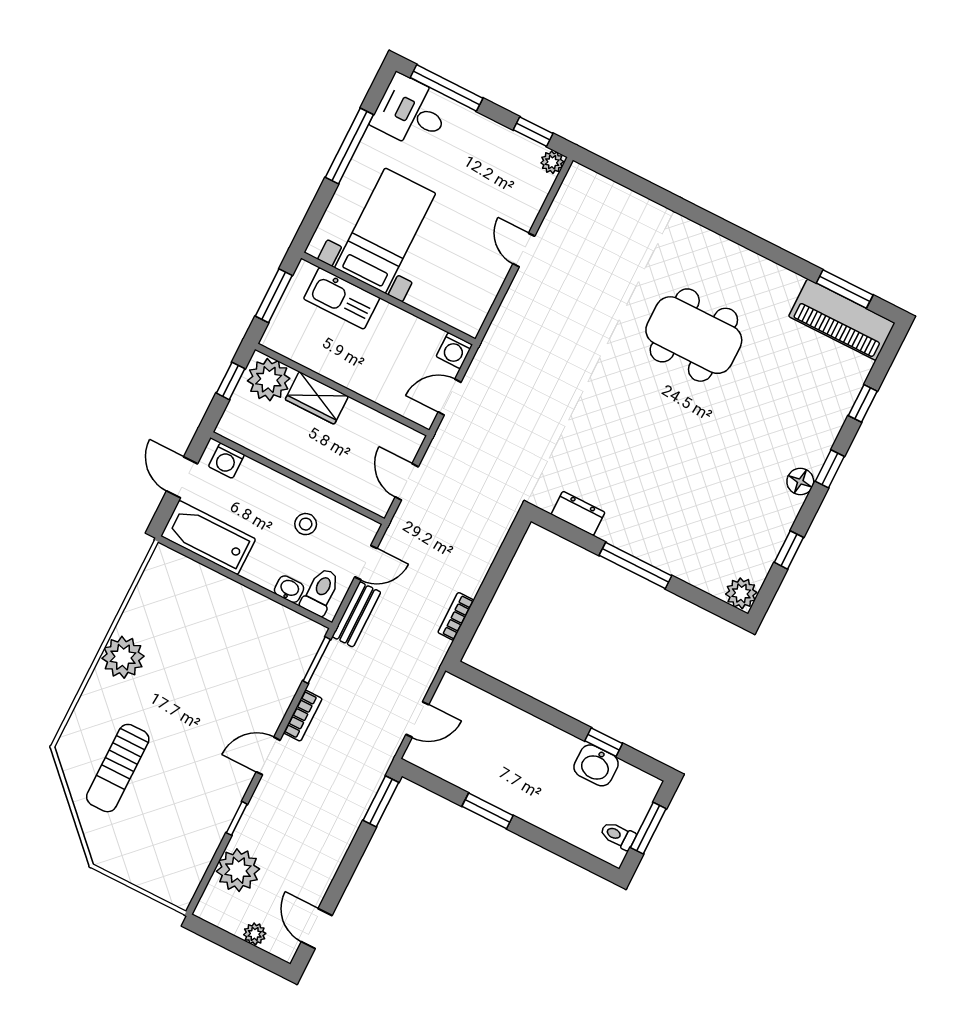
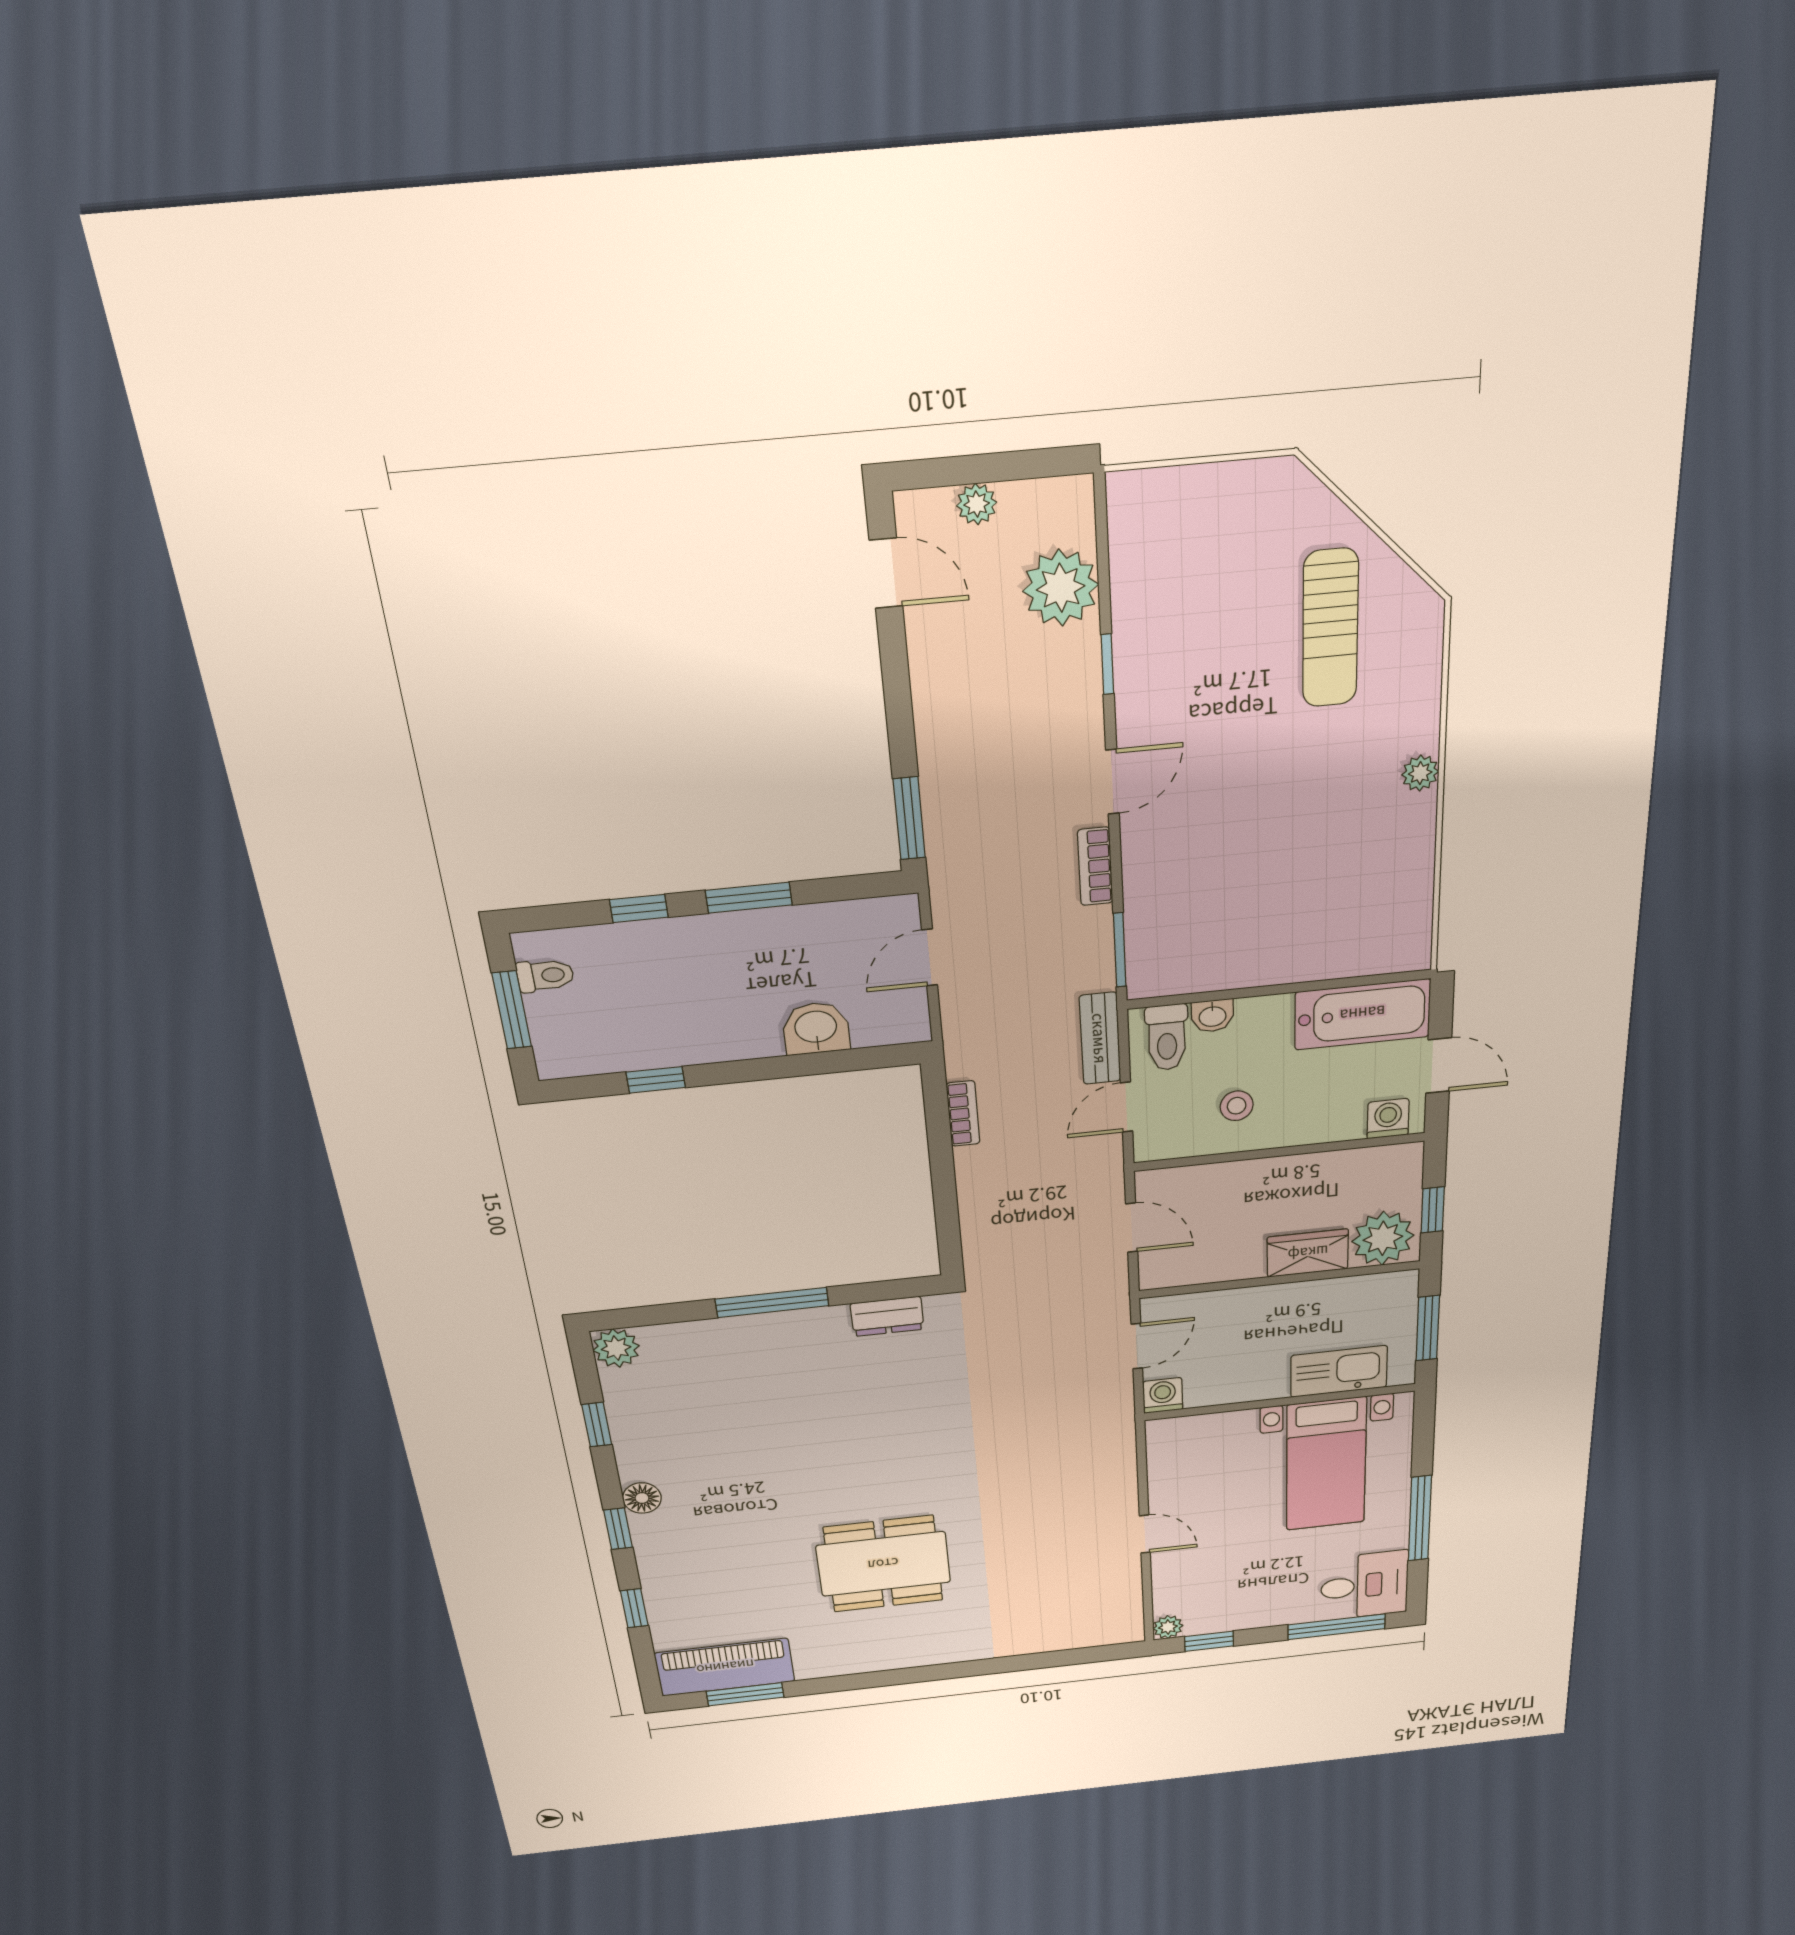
plant: (123, 657) -> (1420, 773), width x0.53, depth x0.53
washbasin: (596, 765) -> (816, 1028), moved
sun lounger: (118, 768) -> (1330, 628), turned 180
window: (546, 840) -> (639, 908), added

